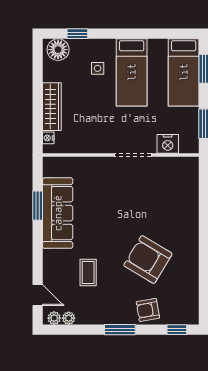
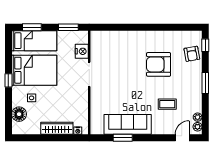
window: (77, 34) -> (8, 80), moved
floor lamp: (58, 50) -> (19, 114), moved
bed: (132, 72) -> (34, 70), width x1.50
armchair: (148, 259) -> (159, 64), turned 59
armchair: (148, 310) -> (192, 54), moved

